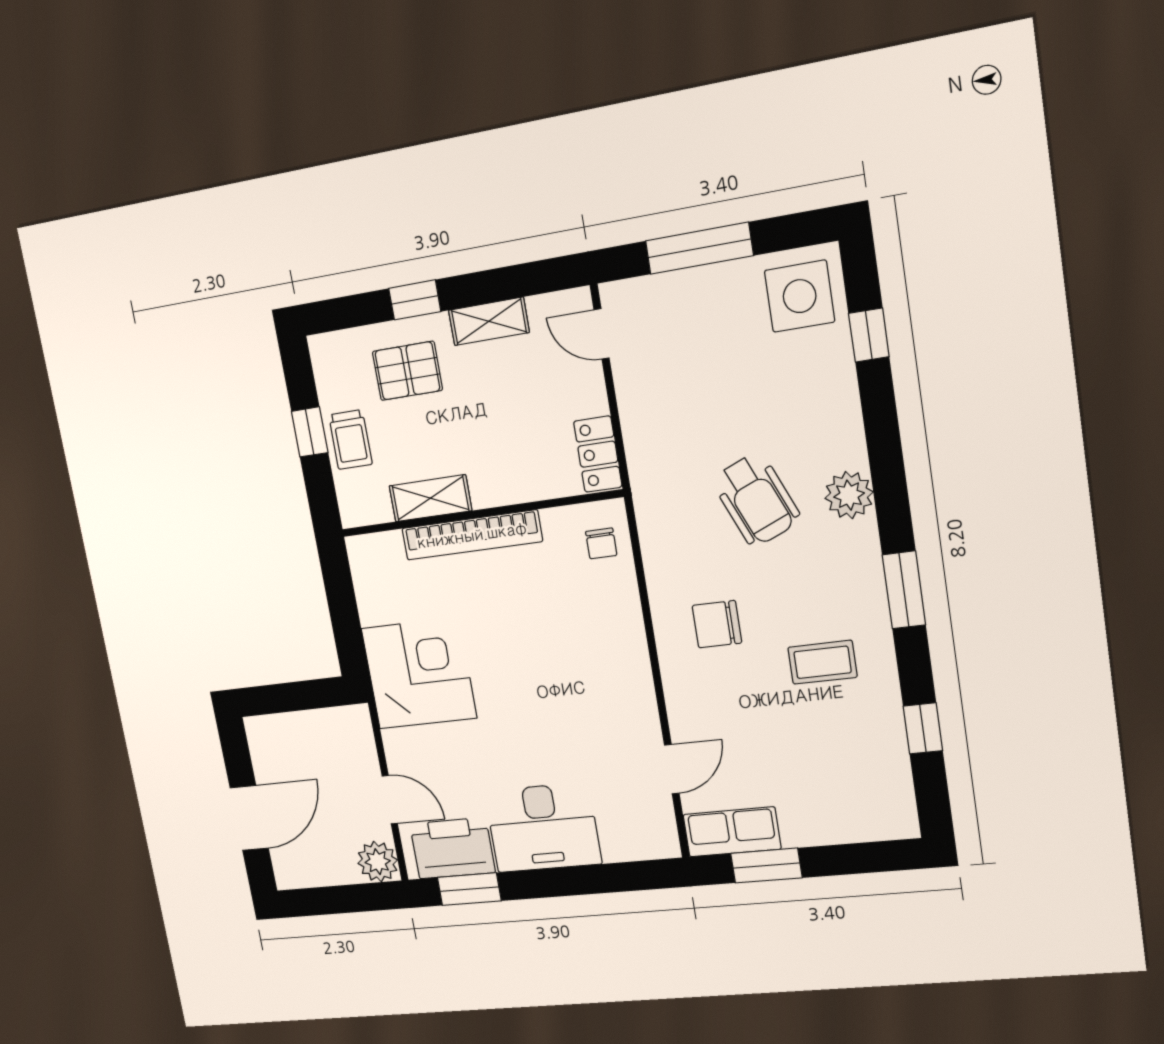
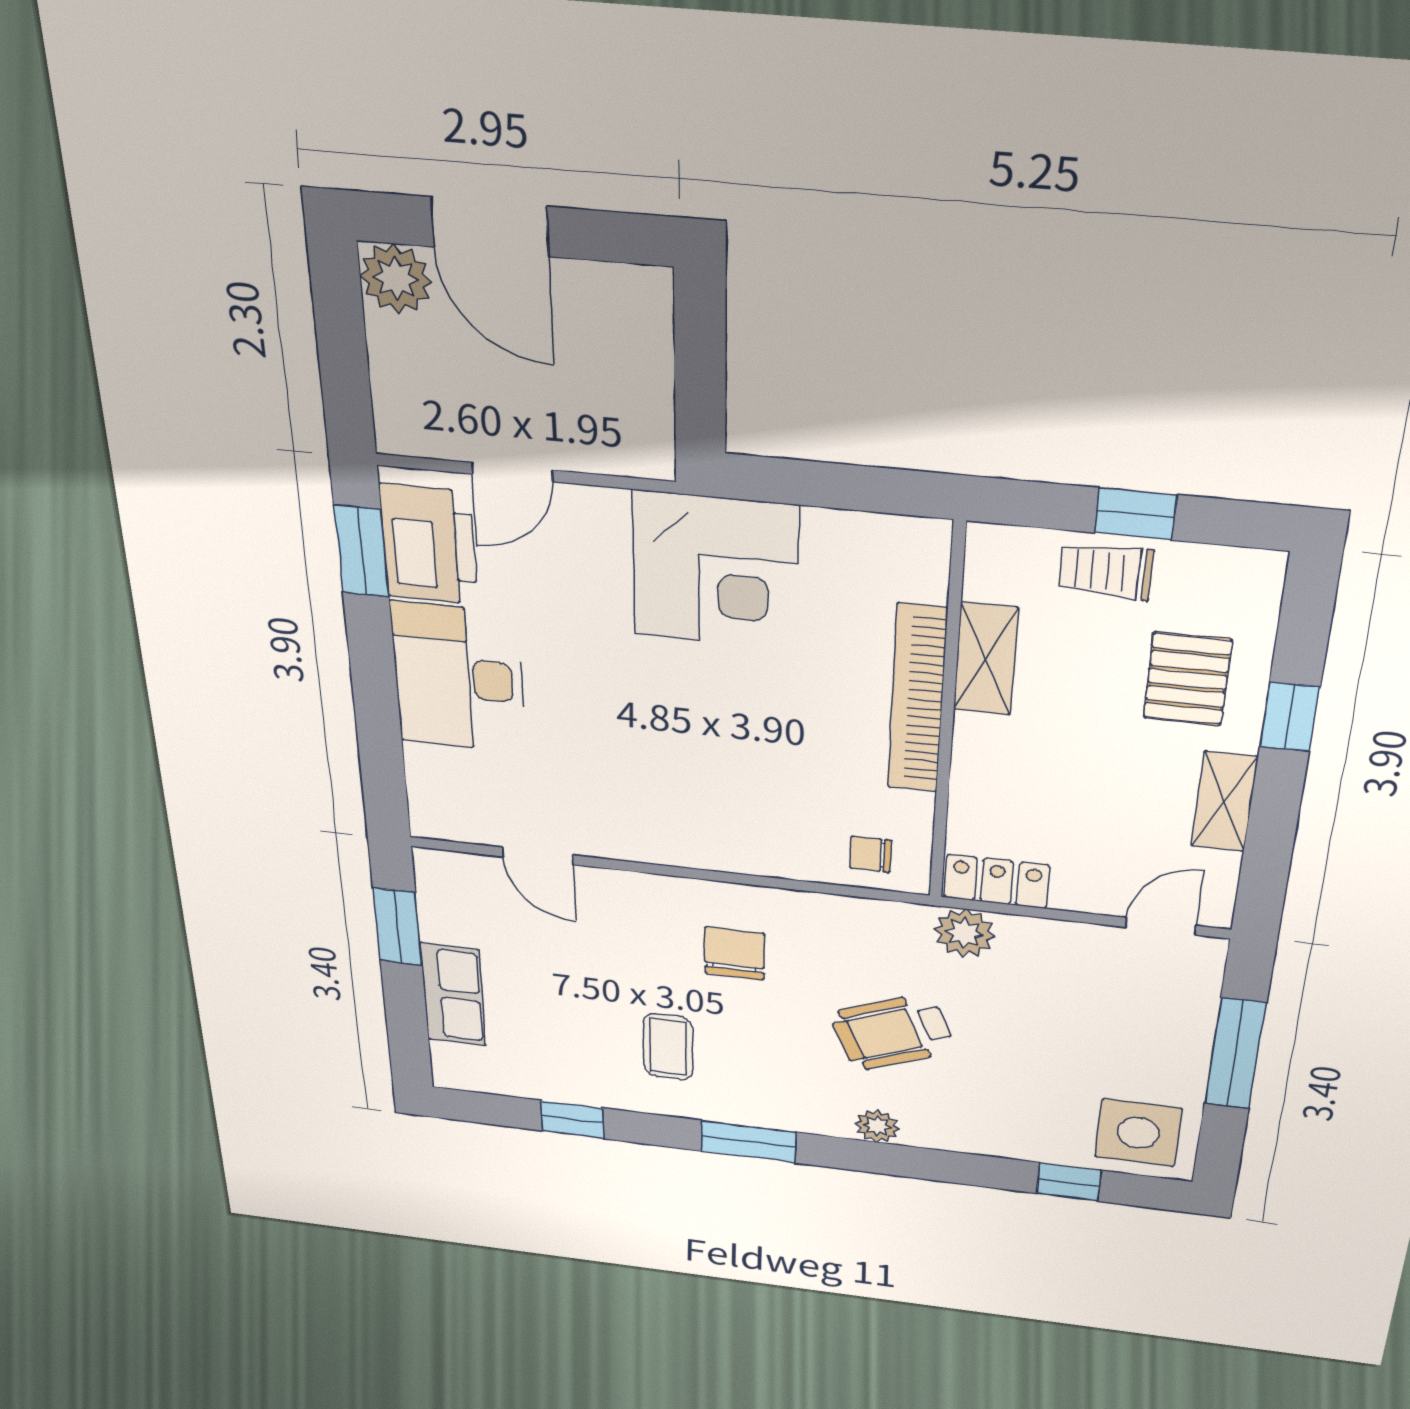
plant: (649, 467) -> (964, 933), added
plant: (849, 495) -> (877, 1126), width x0.73, depth x0.73
row of seats: (732, 832) -> (453, 995), moved
plant: (378, 862) -> (396, 279), moved

